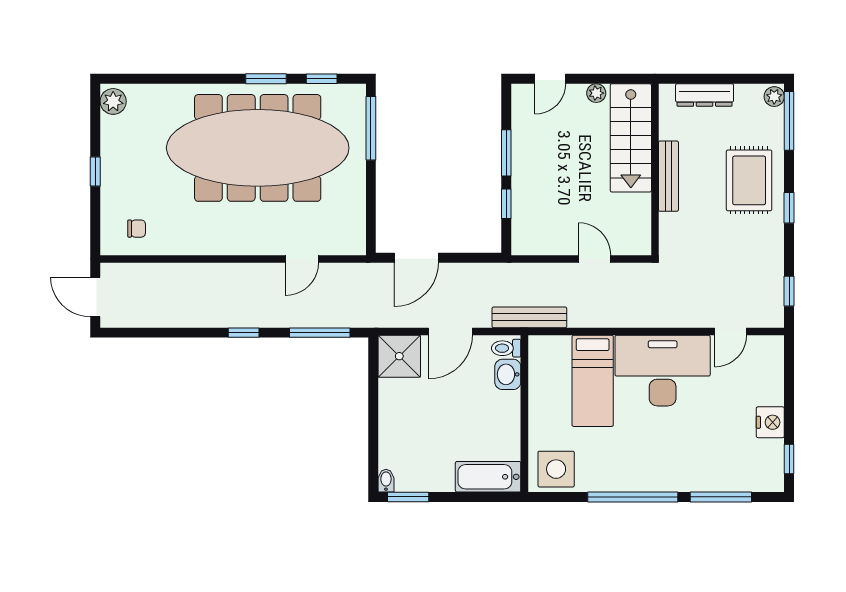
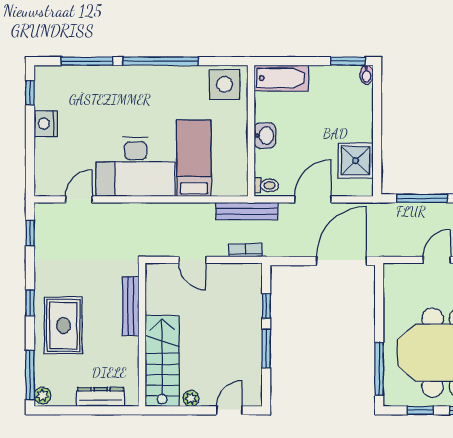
bench: (668, 176) -> (131, 306), moved
door: (416, 258) -> (341, 261), width x1.36
bookcase: (531, 270) -> (245, 250), added
shower: (399, 356) -> (355, 161), moved
washbasin: (508, 374) -> (265, 136), moved

